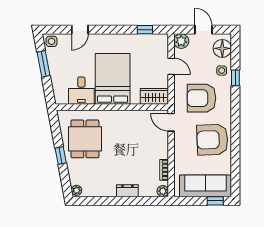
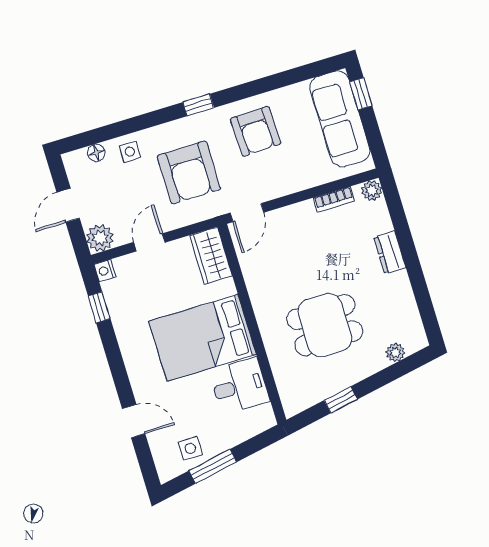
nightstand: (163, 38) -> (105, 271), added
side table: (52, 41) -> (190, 448), moved
floor lamp: (222, 48) -> (96, 153), width x0.53, depth x0.53
window: (235, 78) -> (198, 105), moved
dining table: (85, 139) -> (325, 325), moved
armchair: (212, 140) -> (256, 131), width x0.73, depth x0.73
window: (61, 156) -> (341, 400), moved
plant: (77, 190) -> (395, 352), moved

